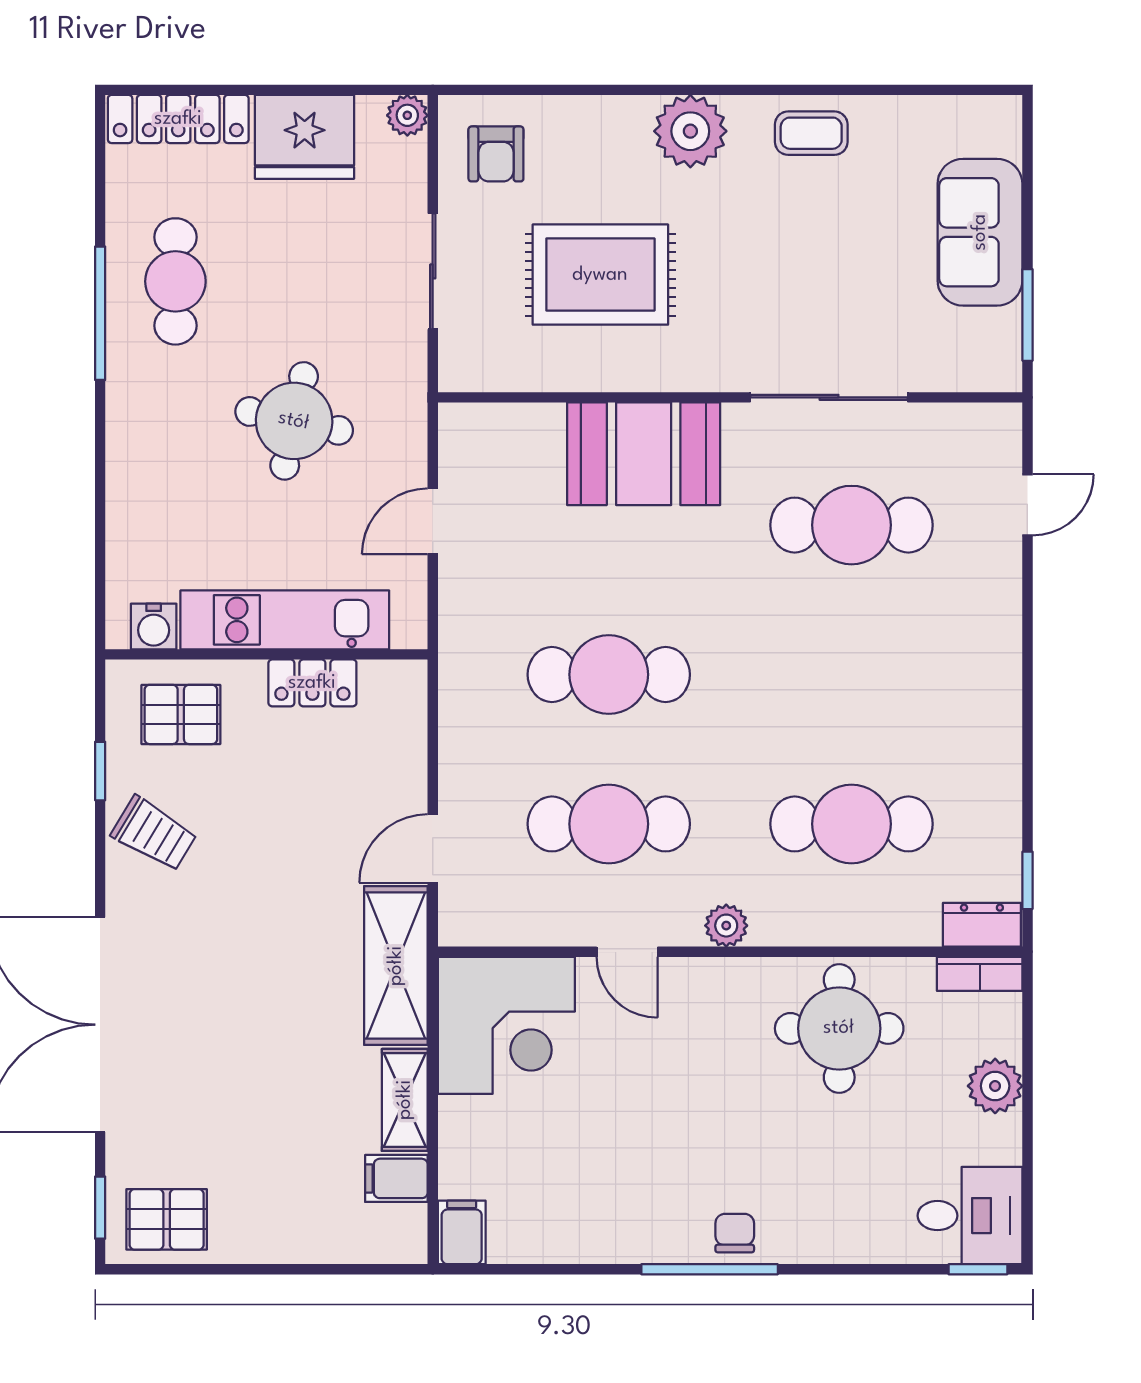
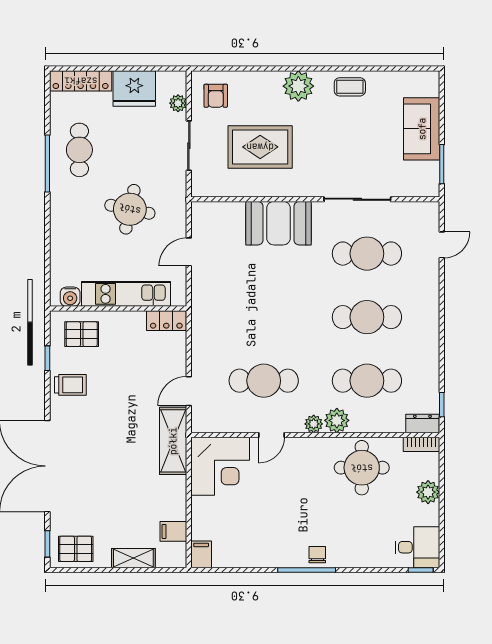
plant: (407, 115) -> (178, 103), moved
cafe table: (609, 675) -> (367, 317), moved
locker: (312, 683) -> (166, 321), moved
trolley: (154, 834) -> (70, 385), turned -31
plant: (781, 918) -> (337, 420), added
door: (627, 952) -> (272, 435), hinge flipped
shelving: (405, 1100) -> (133, 558), moved, turned 90

